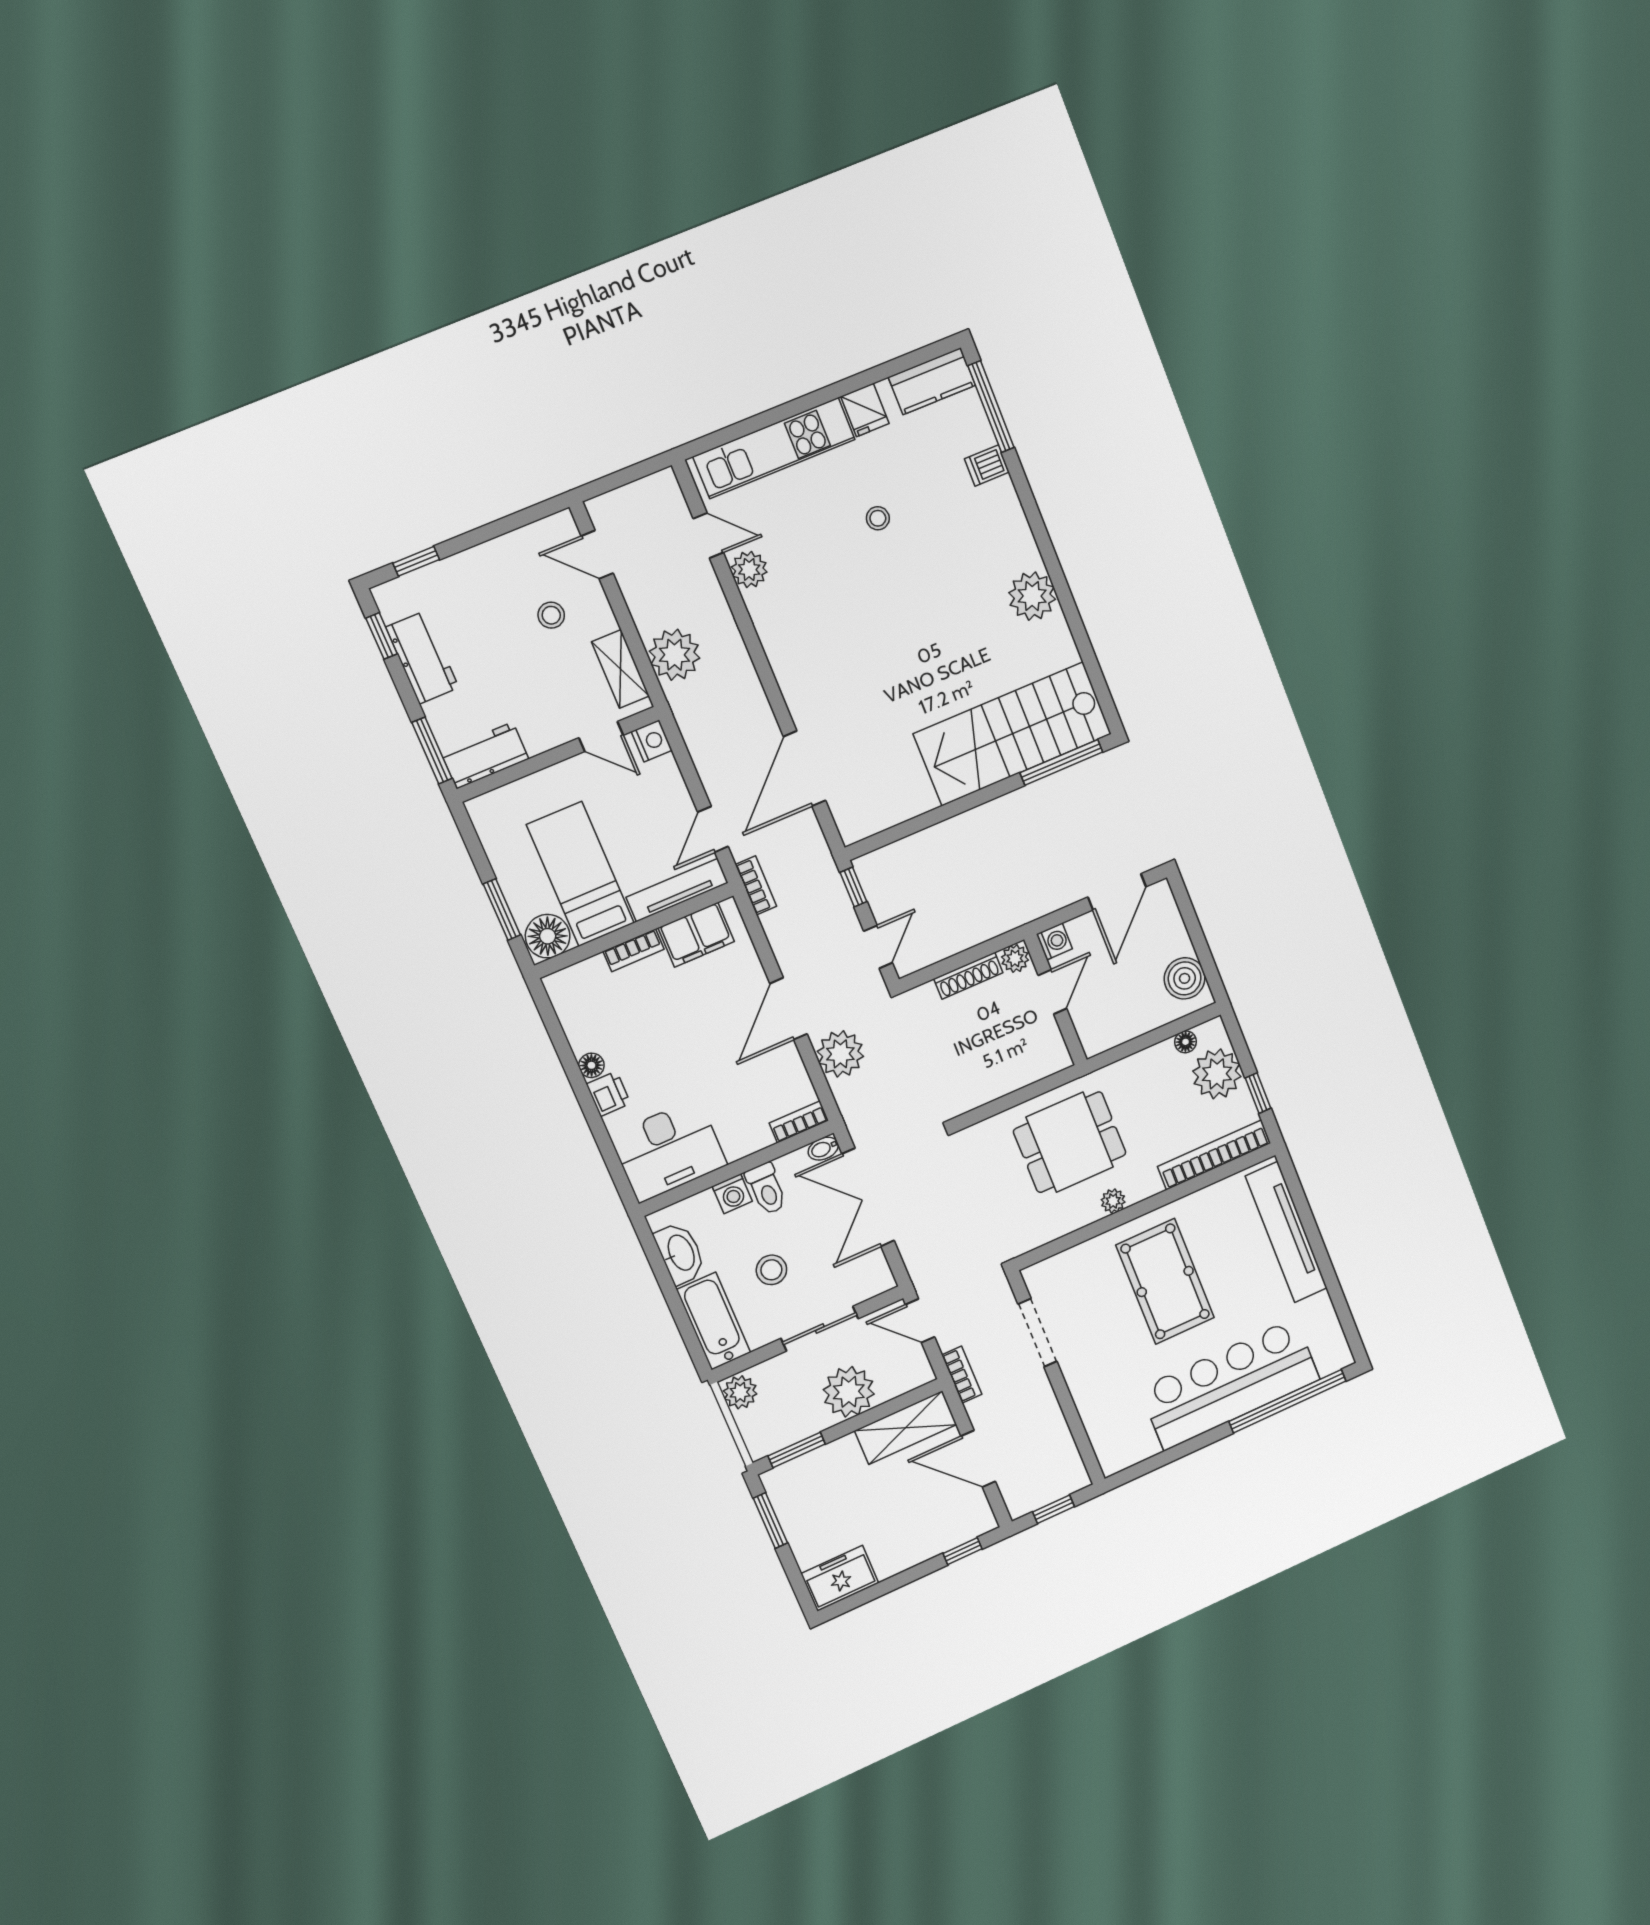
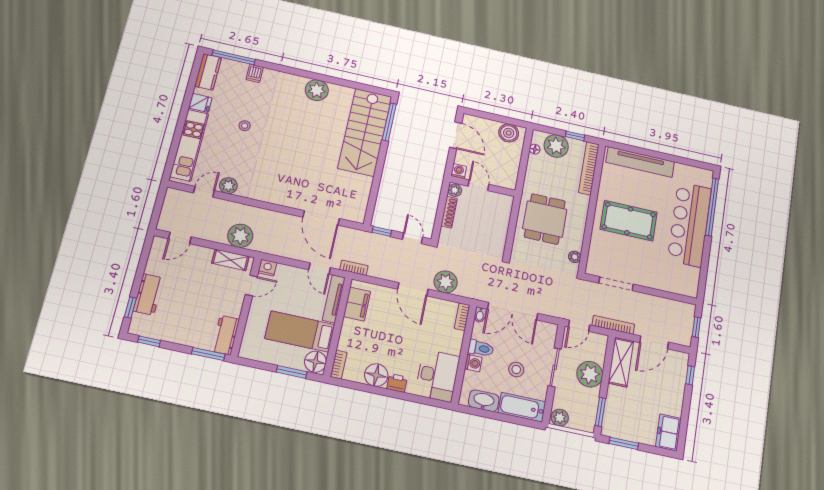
stool: (551, 615) -> (190, 271), removed
workbench: (422, 657) -> (148, 294), moved, turned 90
bookcase: (634, 950) -> (339, 364), moved
floor lamp: (591, 1065) -> (376, 375), width x1.89, depth x1.89
plant: (1113, 1201) -> (575, 257), moved
bookcase: (962, 1375) -> (613, 325), width x1.56

